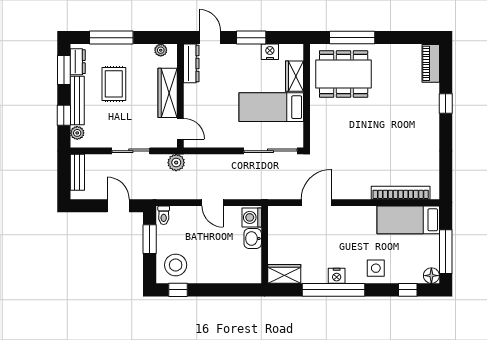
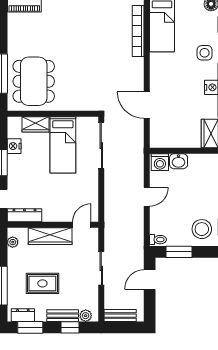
bench: (77, 100) -> (63, 316), width x0.73
plant: (176, 163) -> (112, 229), removed

